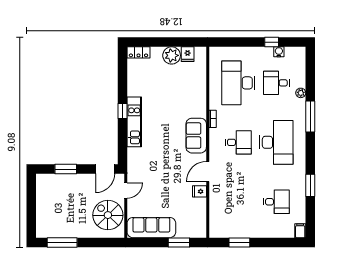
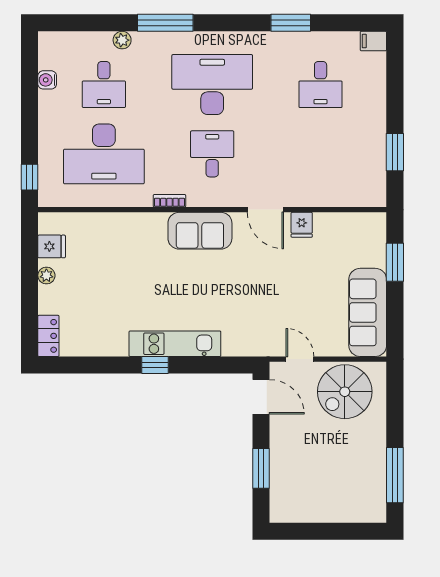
window: (272, 42) -> (29, 177), moved
plant: (172, 55) -> (46, 276), width x0.53, depth x0.53
desk: (276, 202) -> (321, 85), turned 180

